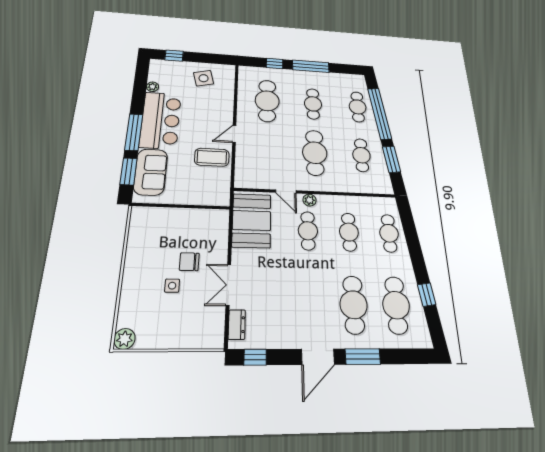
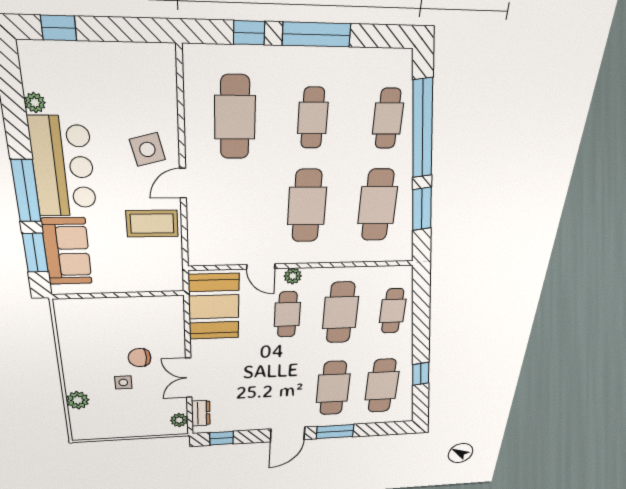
side table: (204, 78) -> (147, 149), moved
cafe table: (361, 155) -> (378, 205), width x1.37, depth x1.35
cafe table: (349, 232) -> (341, 313), width x1.37, depth x1.35
plant: (217, 331) -> (179, 420), added
plant: (124, 339) -> (78, 400), moved

